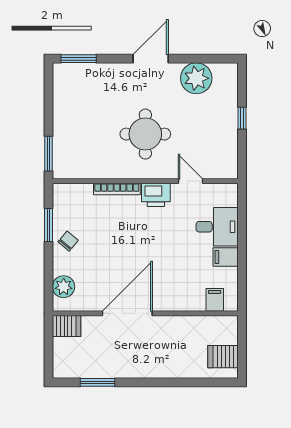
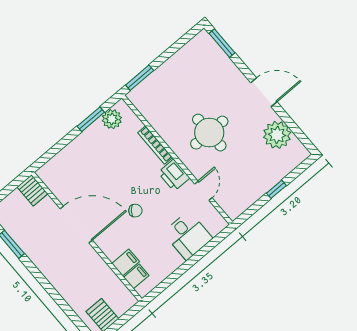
chair: (68, 241) -> (135, 211), moved
filing cabinet: (226, 257) -> (126, 262), moved, turned 90
plant: (64, 287) -> (112, 119), moved

